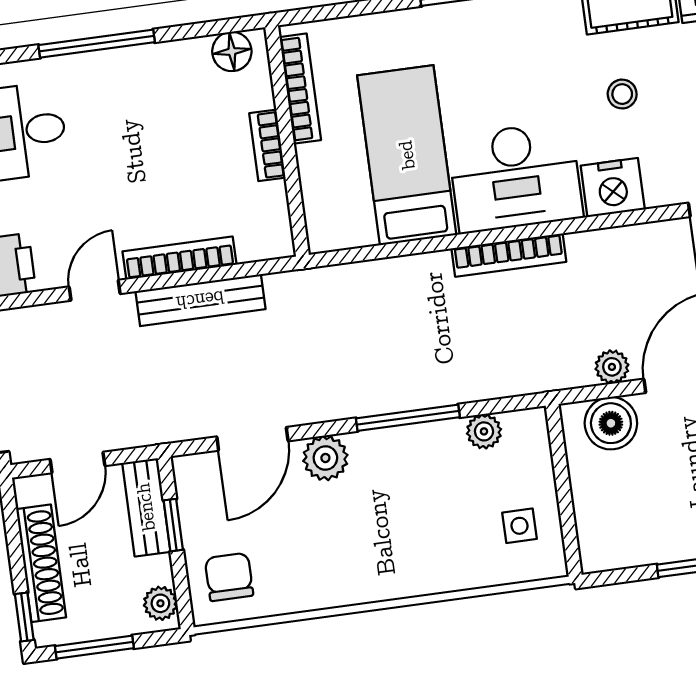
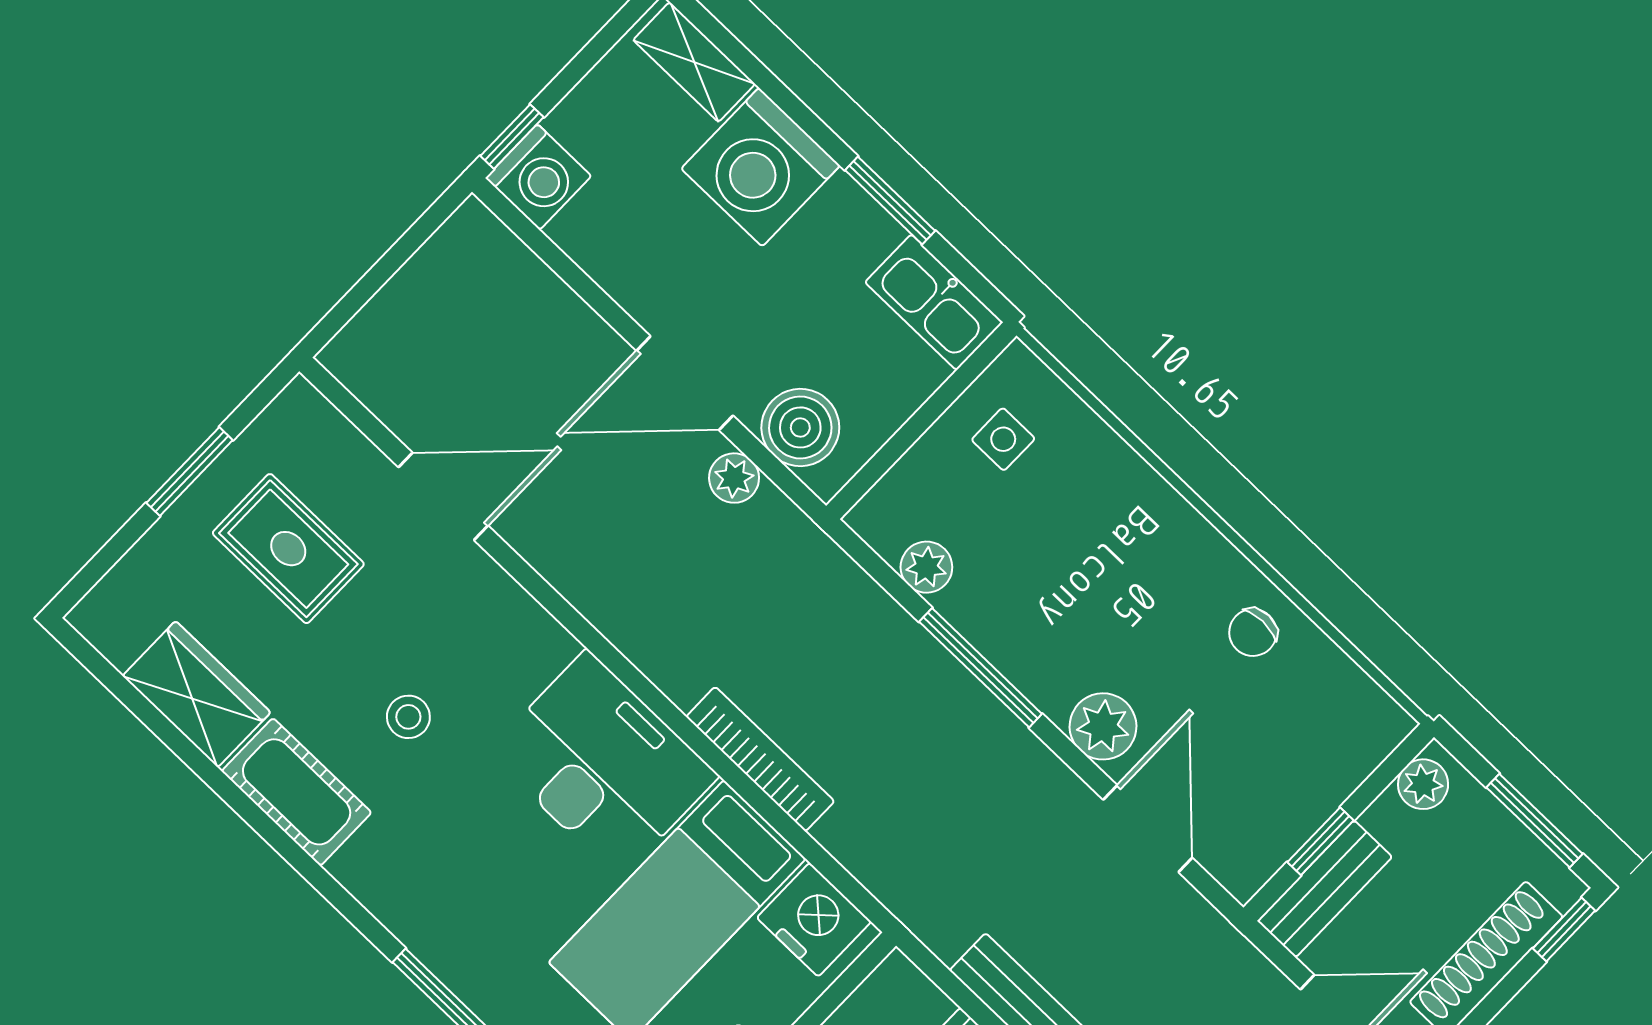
nightstand: (613, 188) -> (814, 920), moved
bookcase: (509, 255) -> (760, 759), moved
door: (252, 439) -> (1148, 829), hinge flipped
kitchen sink: (621, 547) -> (934, 302), added
chair: (229, 577) -> (1253, 632), moved, width x0.73, depth x0.73

